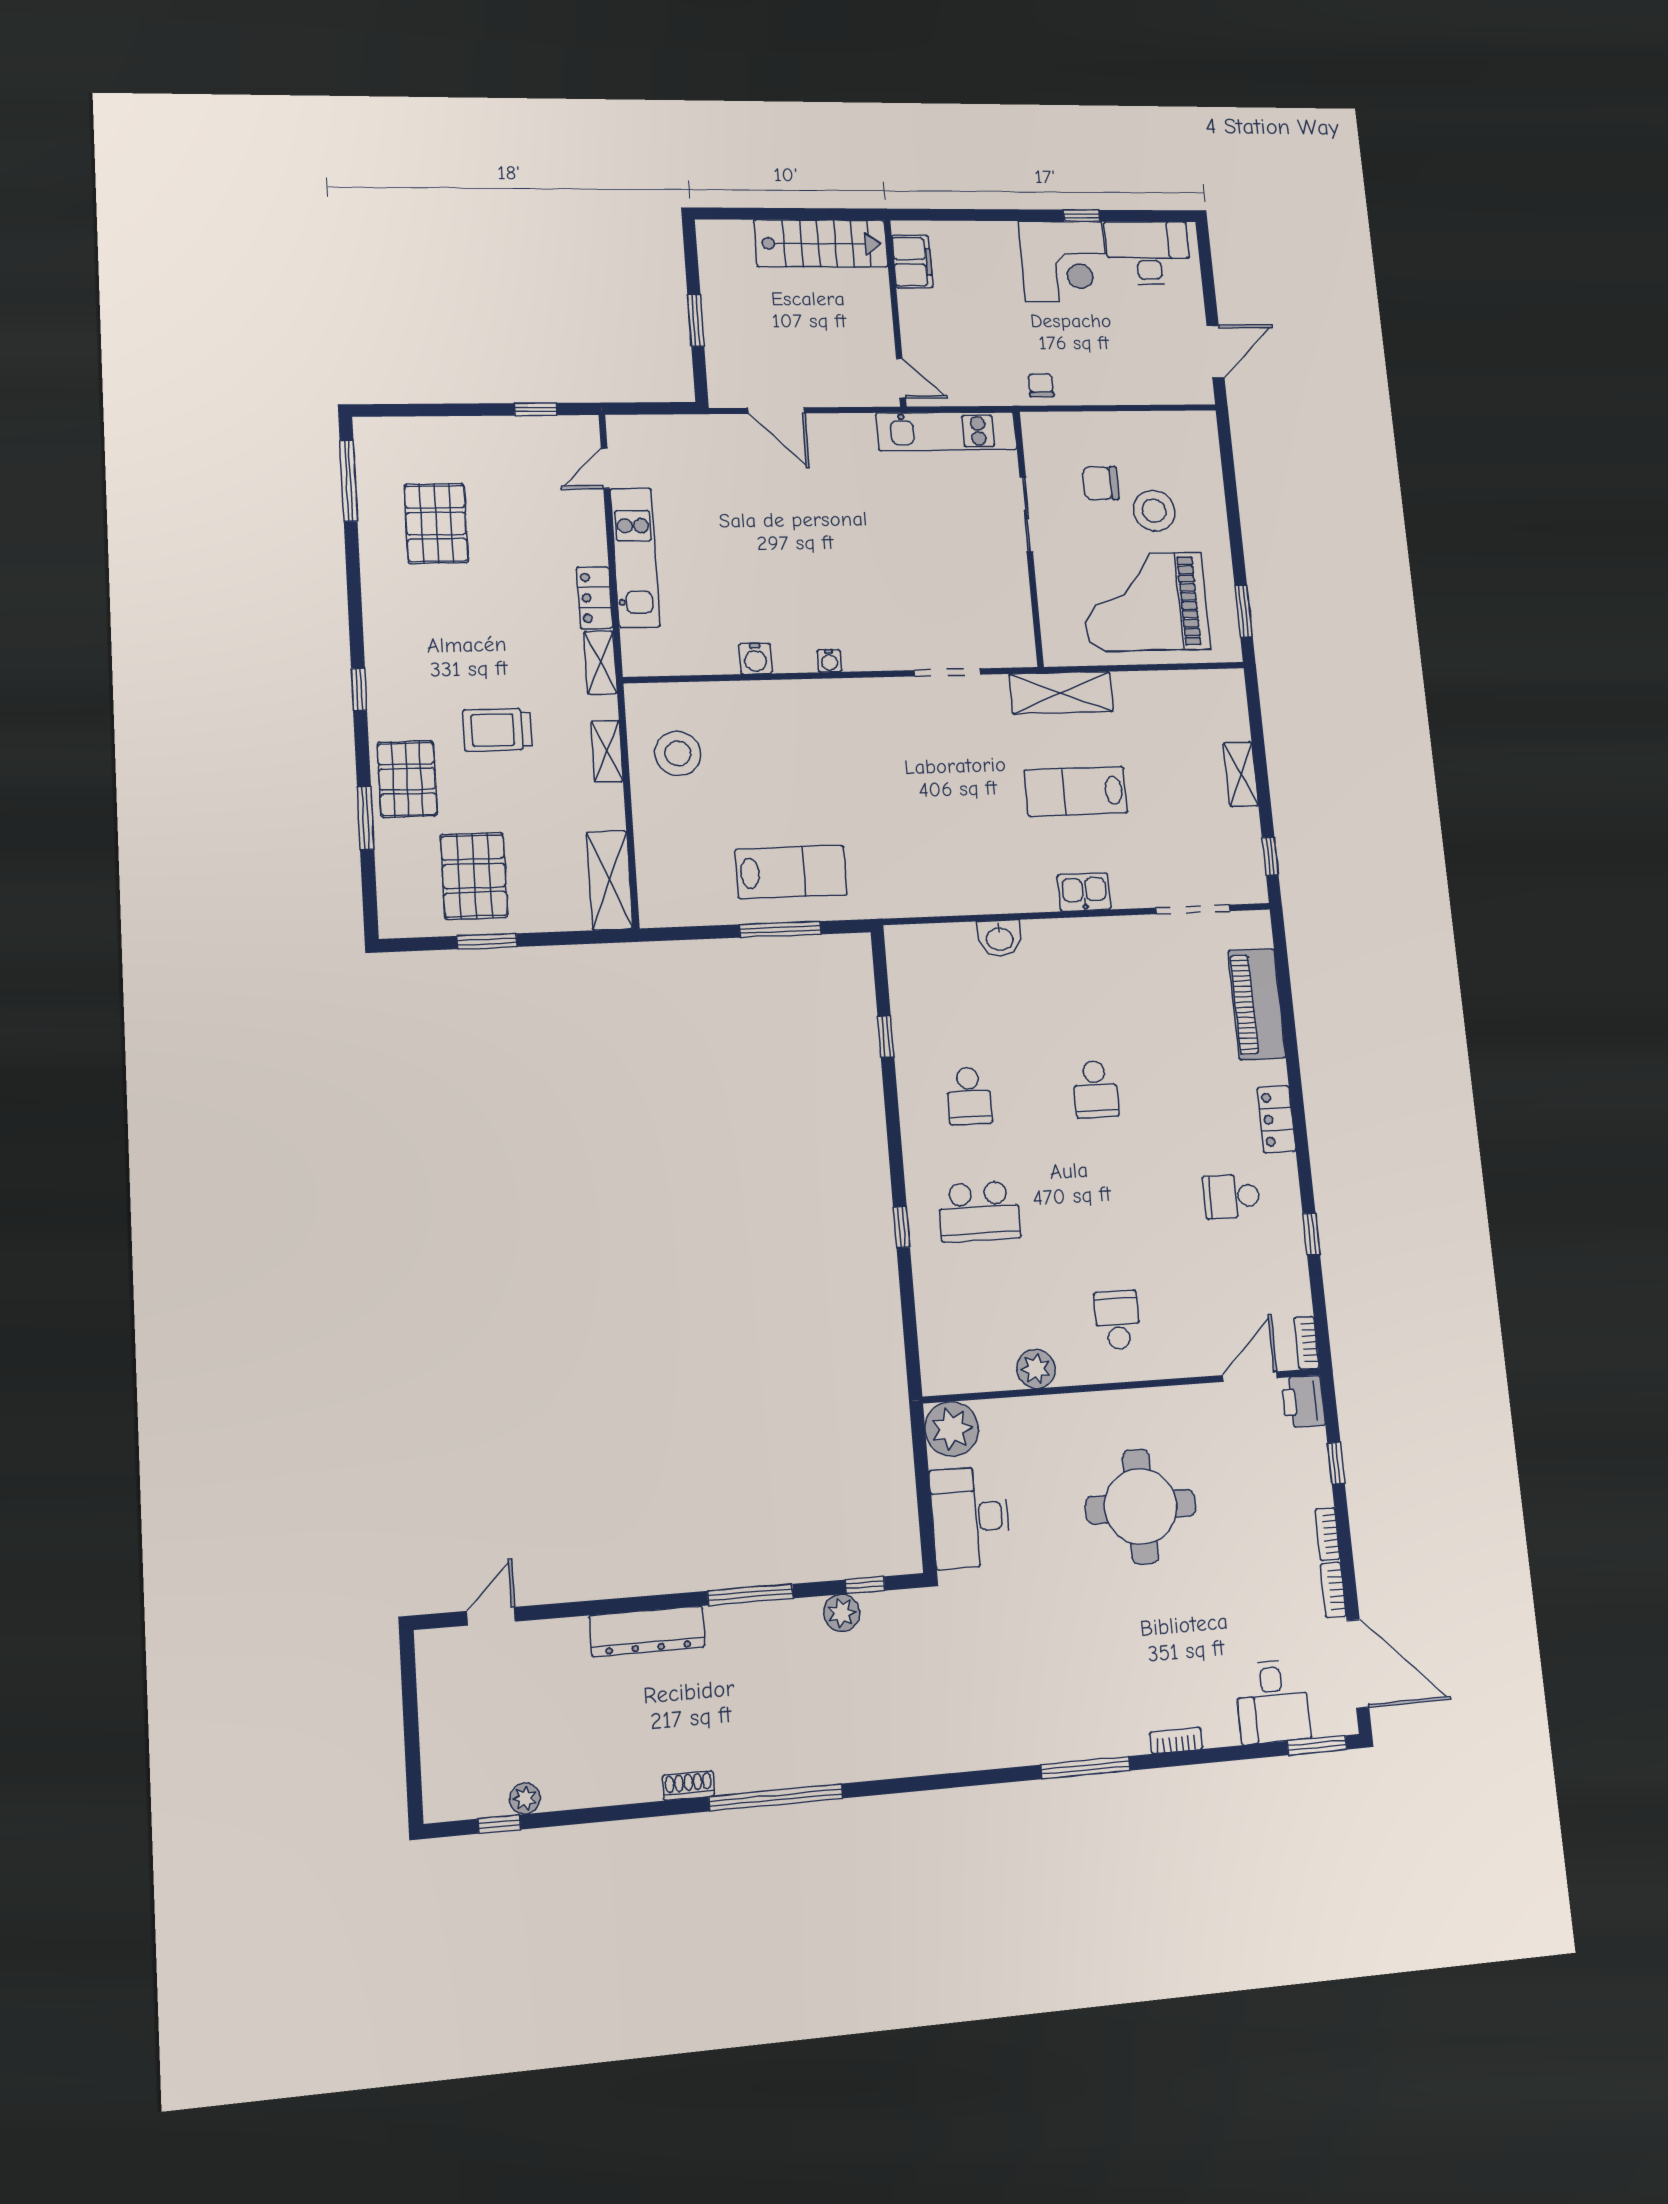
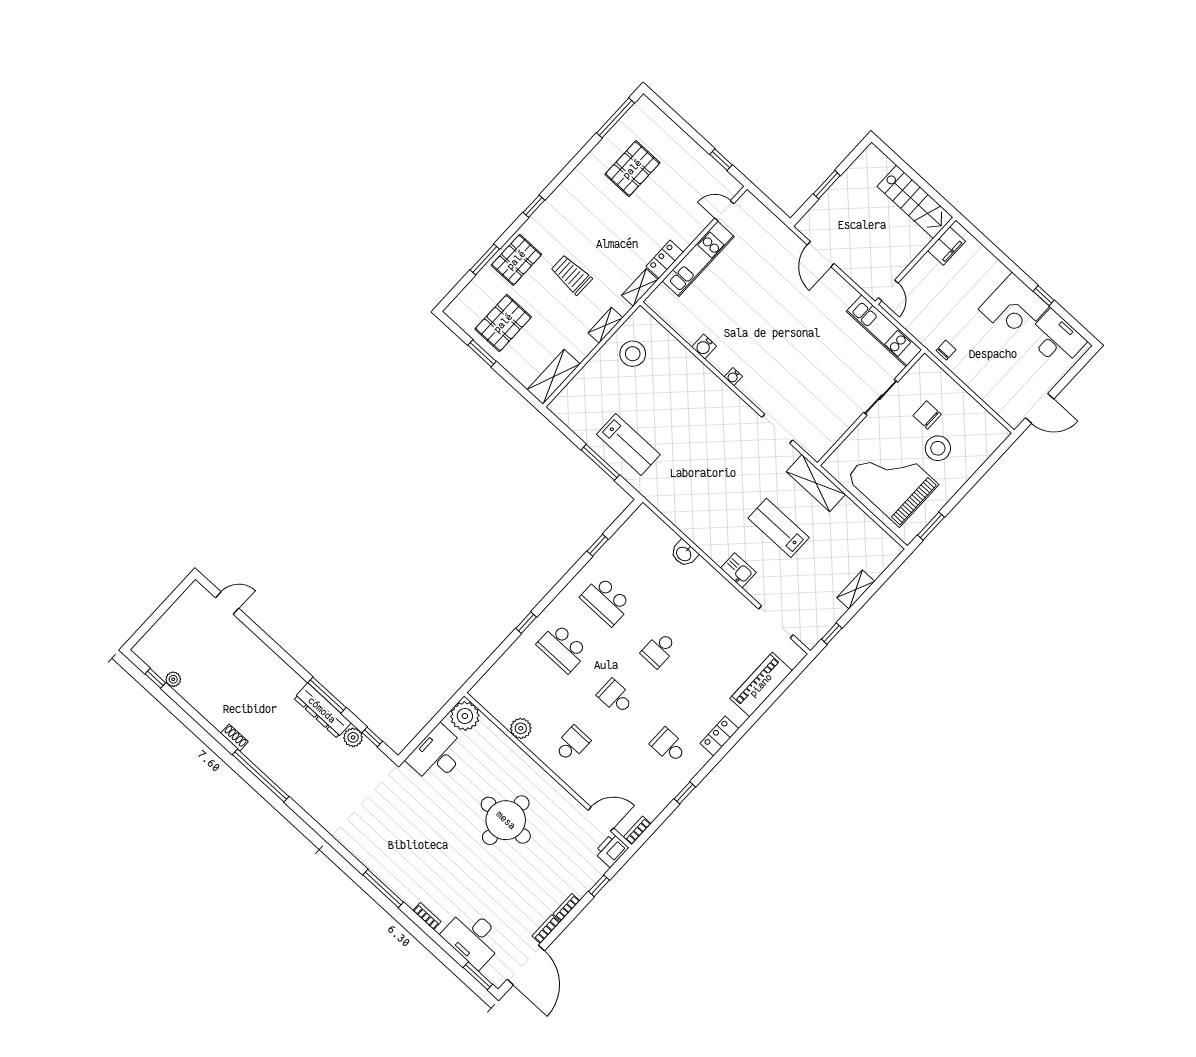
school desk: (969, 1096) -> (606, 601), width x1.85
school desk: (1106, 1204) -> (615, 697), added
dresser: (647, 1631) -> (322, 710), moved
desk: (1273, 1702) -> (473, 938), width x1.37

